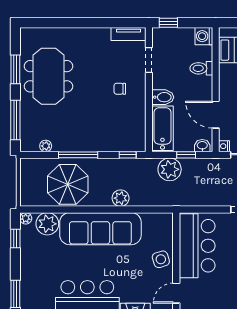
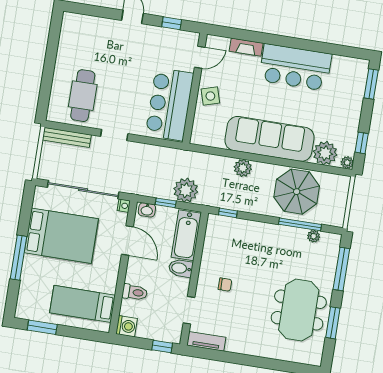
window: (78, 155) -> (300, 224), moved

